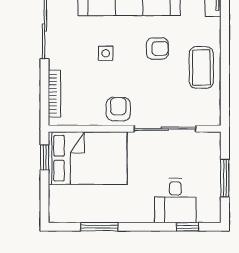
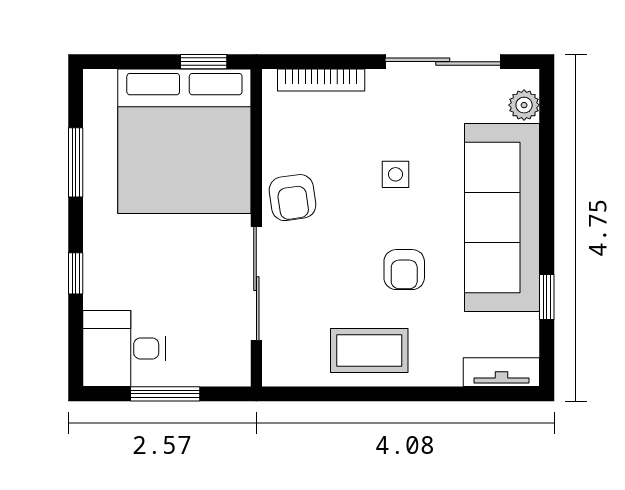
armchair: (118, 109) -> (292, 198), turned 82
bed: (88, 158) -> (184, 141), width x1.36
desk: (175, 201) -> (124, 349), moved
window: (188, 227) -> (76, 273), moved

